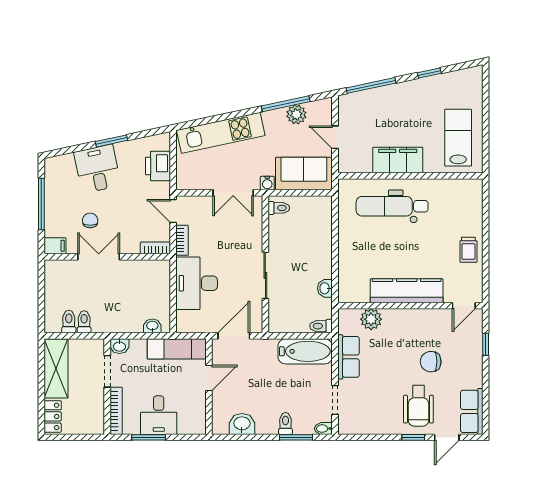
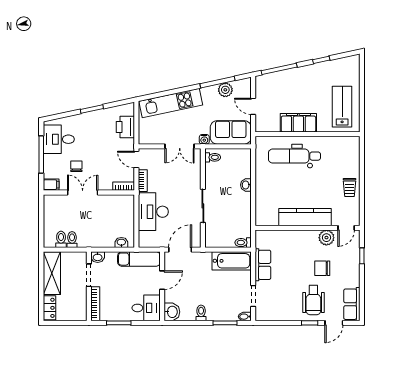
desk: (97, 169) -> (59, 139), moved, turned -78
washbasin: (325, 288) -> (246, 185), moved
plant: (371, 319) -> (326, 238), moved
desk: (159, 415) -> (146, 308), moved, turned -90
washbasin: (242, 424) -> (172, 312), moved, turned 90
toilet: (285, 424) -> (201, 313), moved

